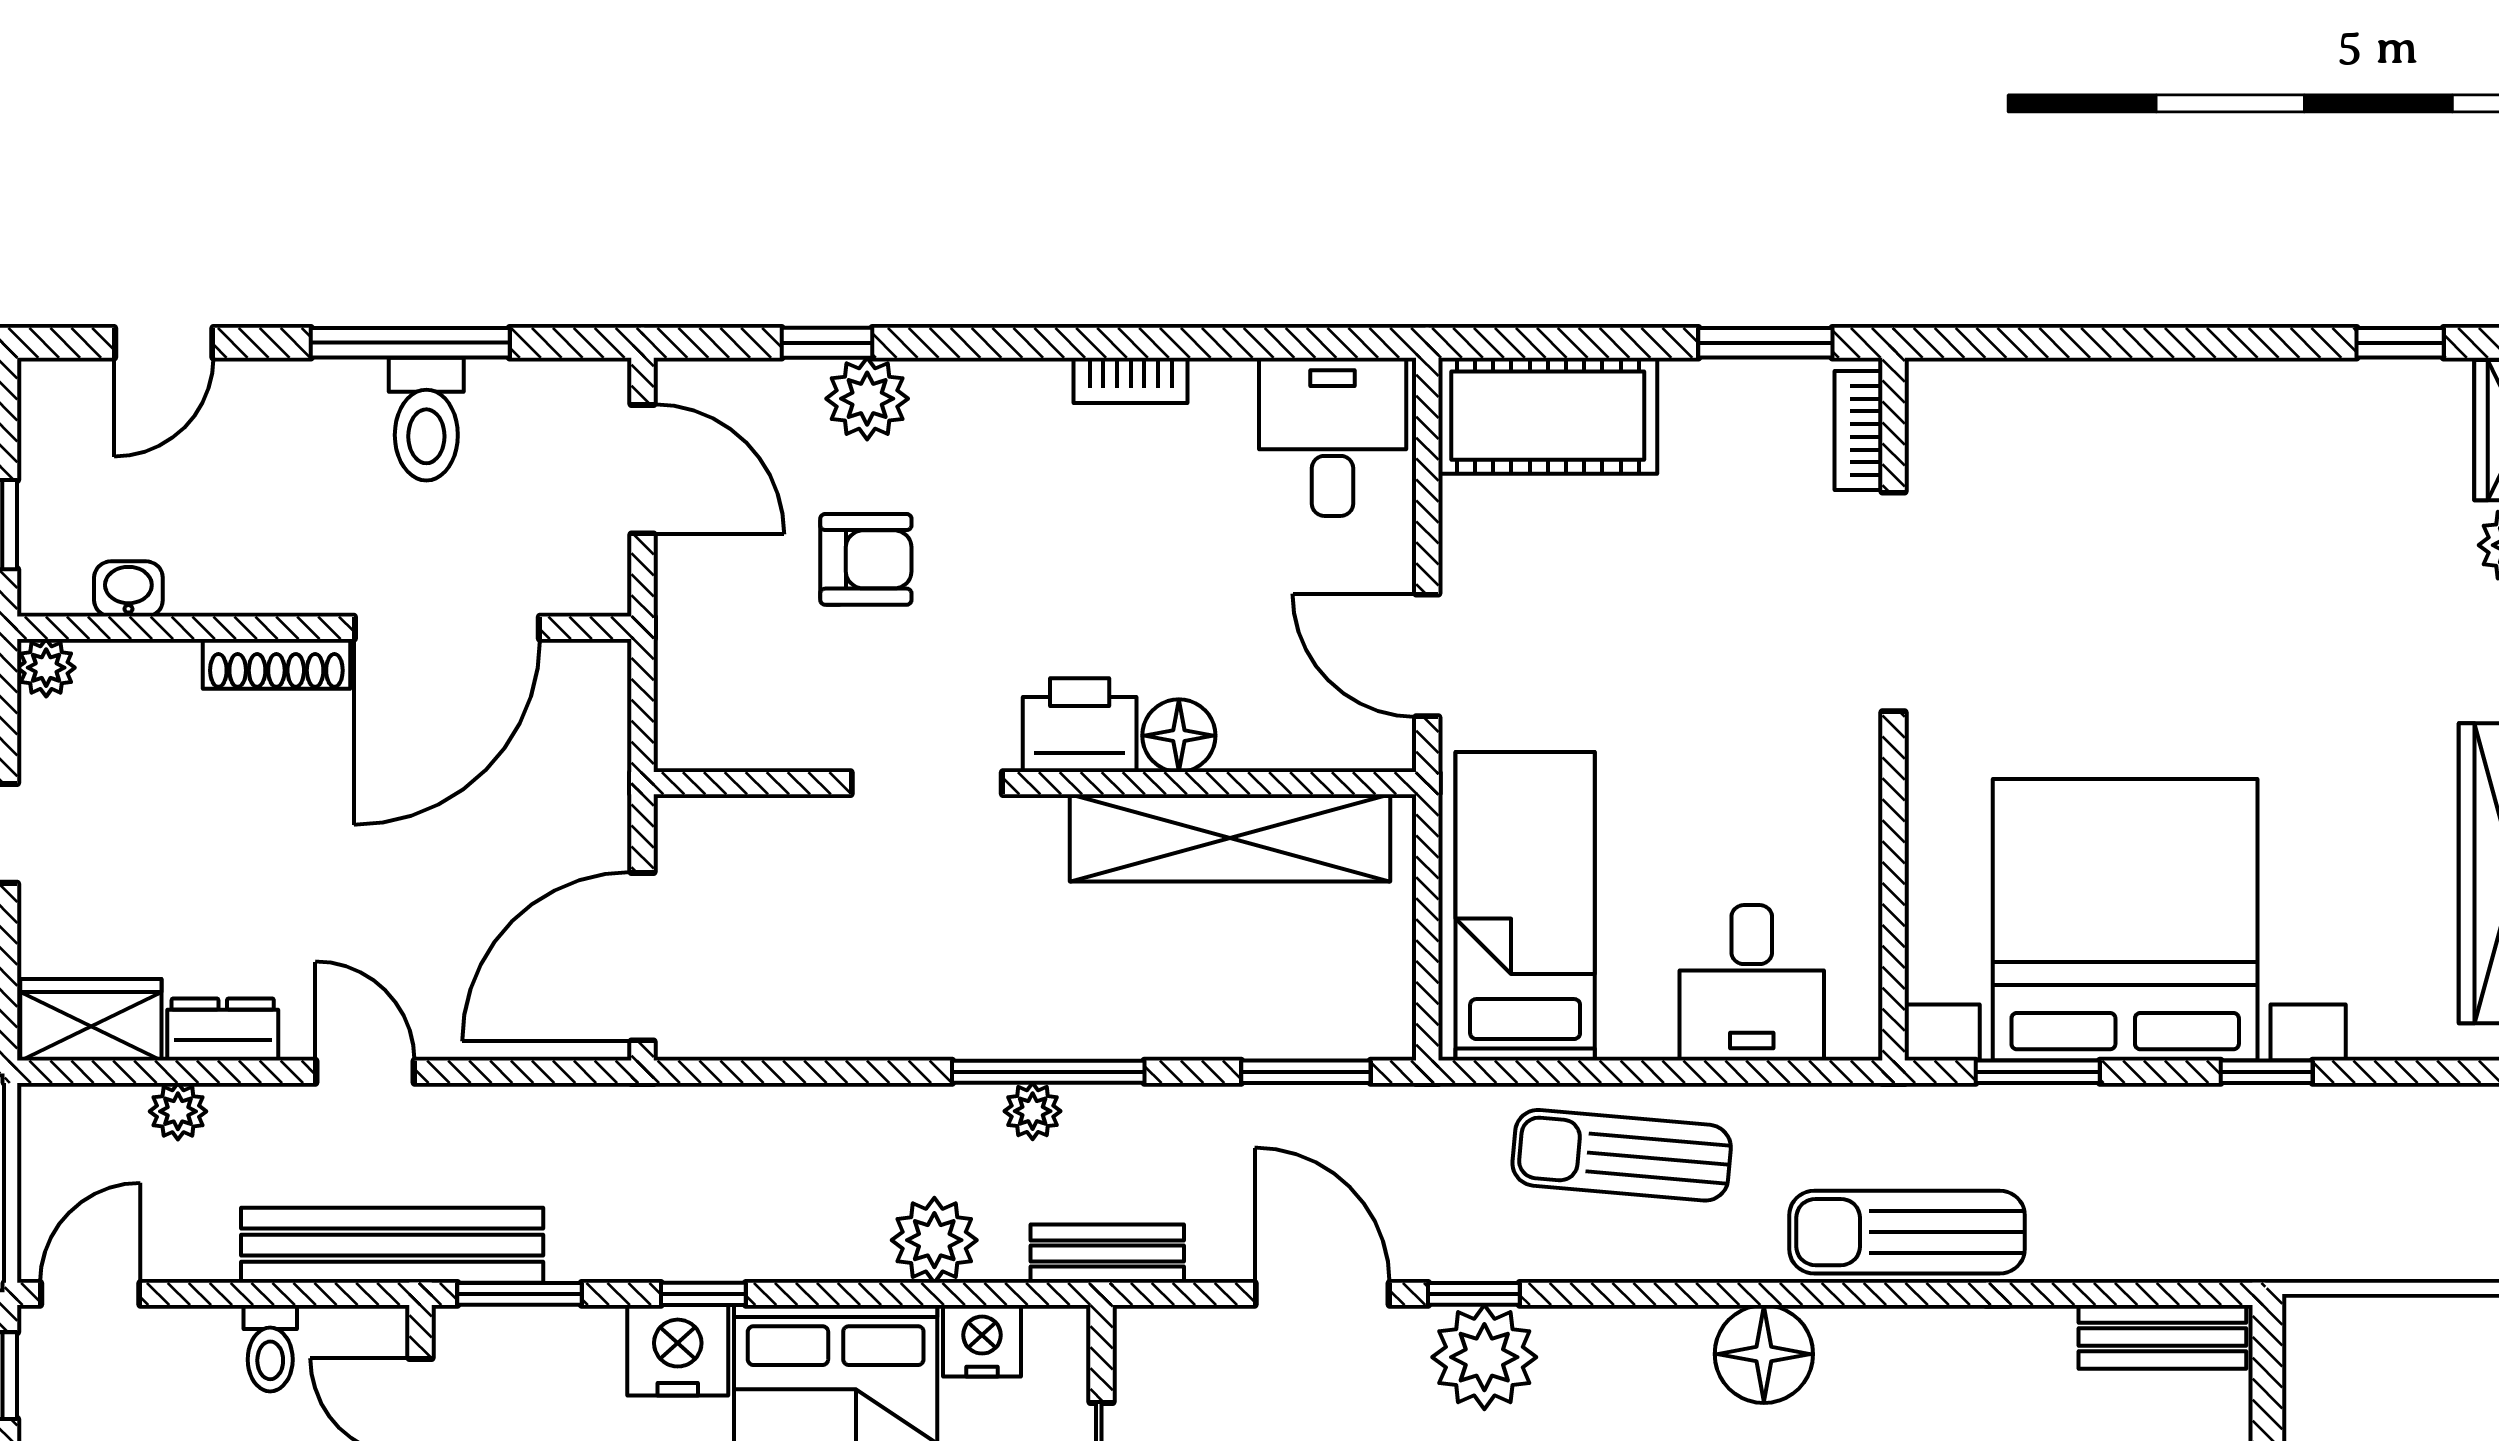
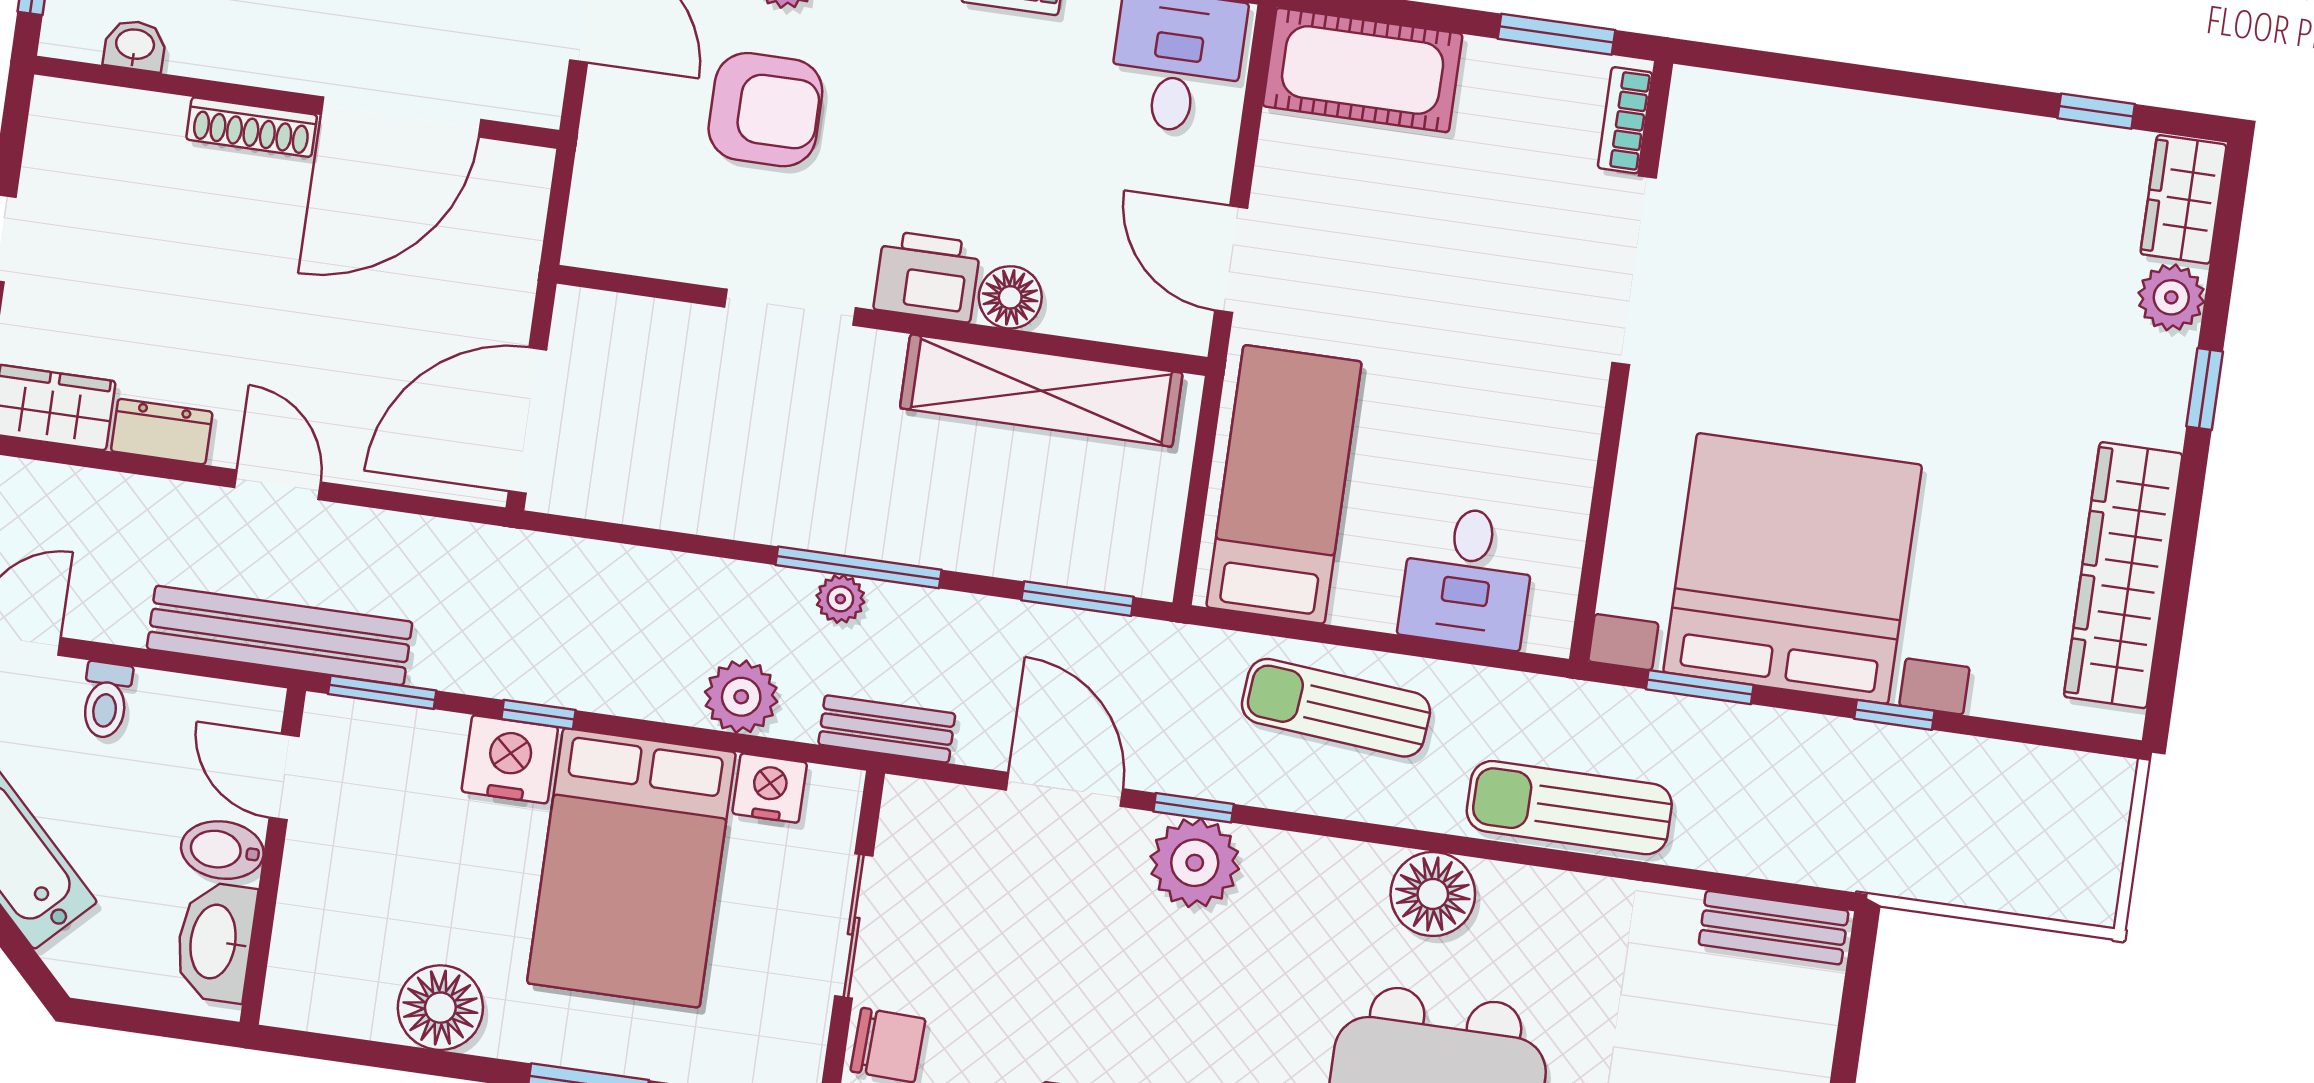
armchair: (866, 559) -> (765, 110), width x1.38, depth x1.38
plant: (46, 668) -> (55, 103), removed
plant: (178, 1111) -> (114, 496), removed
toilet: (270, 1348) -> (106, 700), moved

